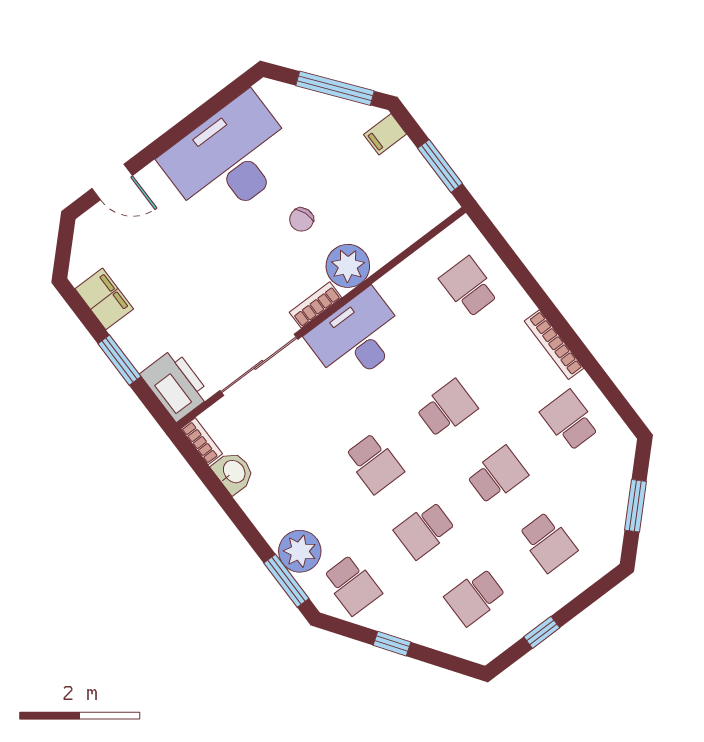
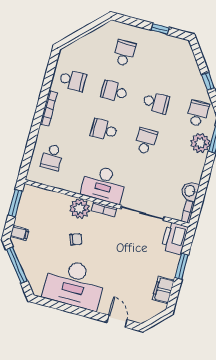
school desk: (570, 420) -> (72, 80), turned -90
window: (635, 506) -> (85, 31), removed
school desk: (475, 597) -> (166, 64), removed

